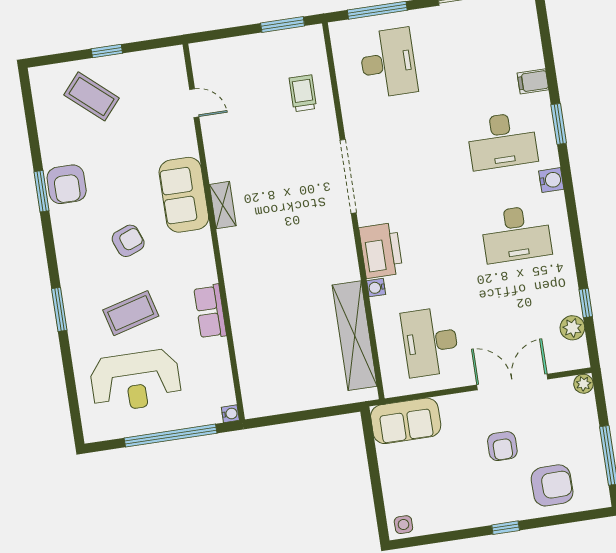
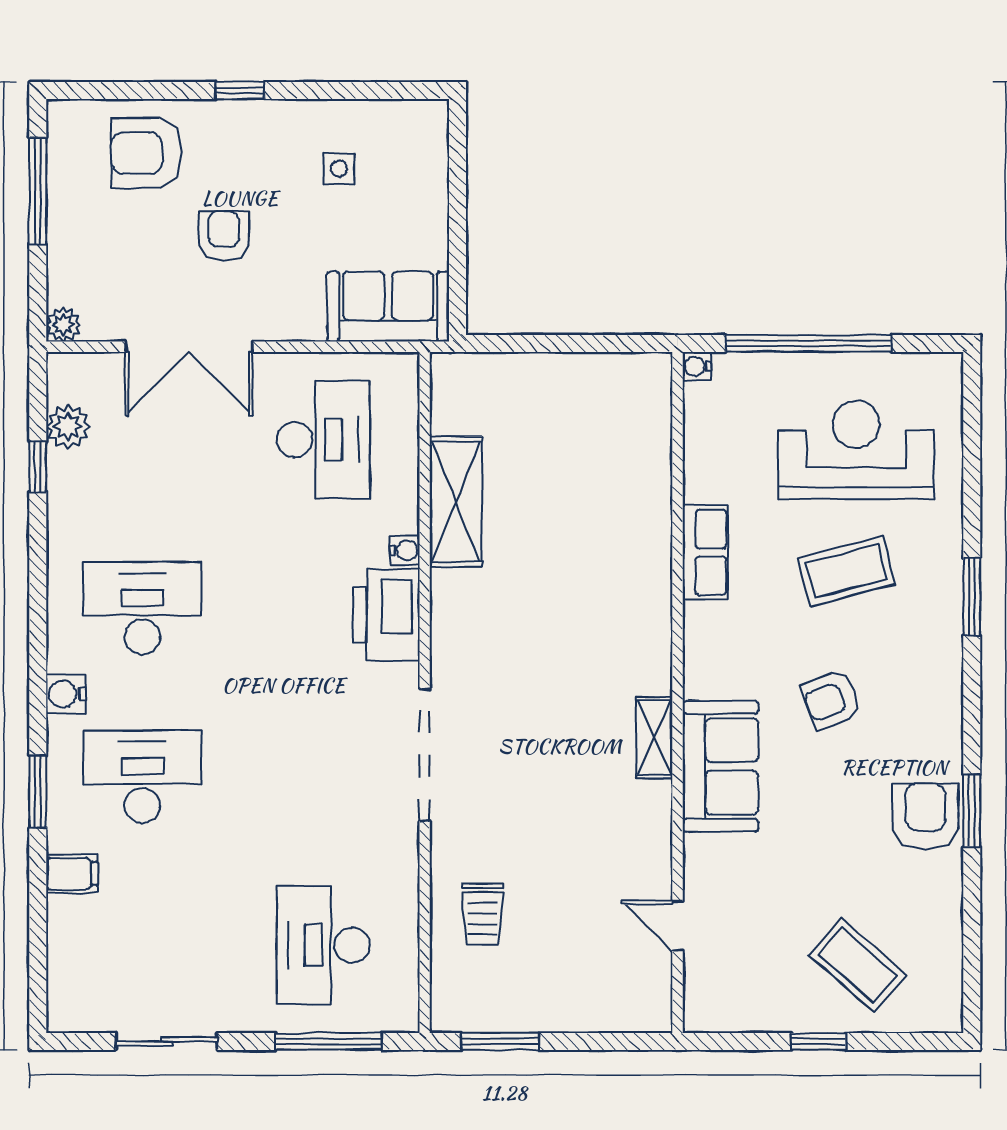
shelving: (355, 336) -> (456, 502), width x0.68
side table: (403, 525) -> (339, 169), moved

